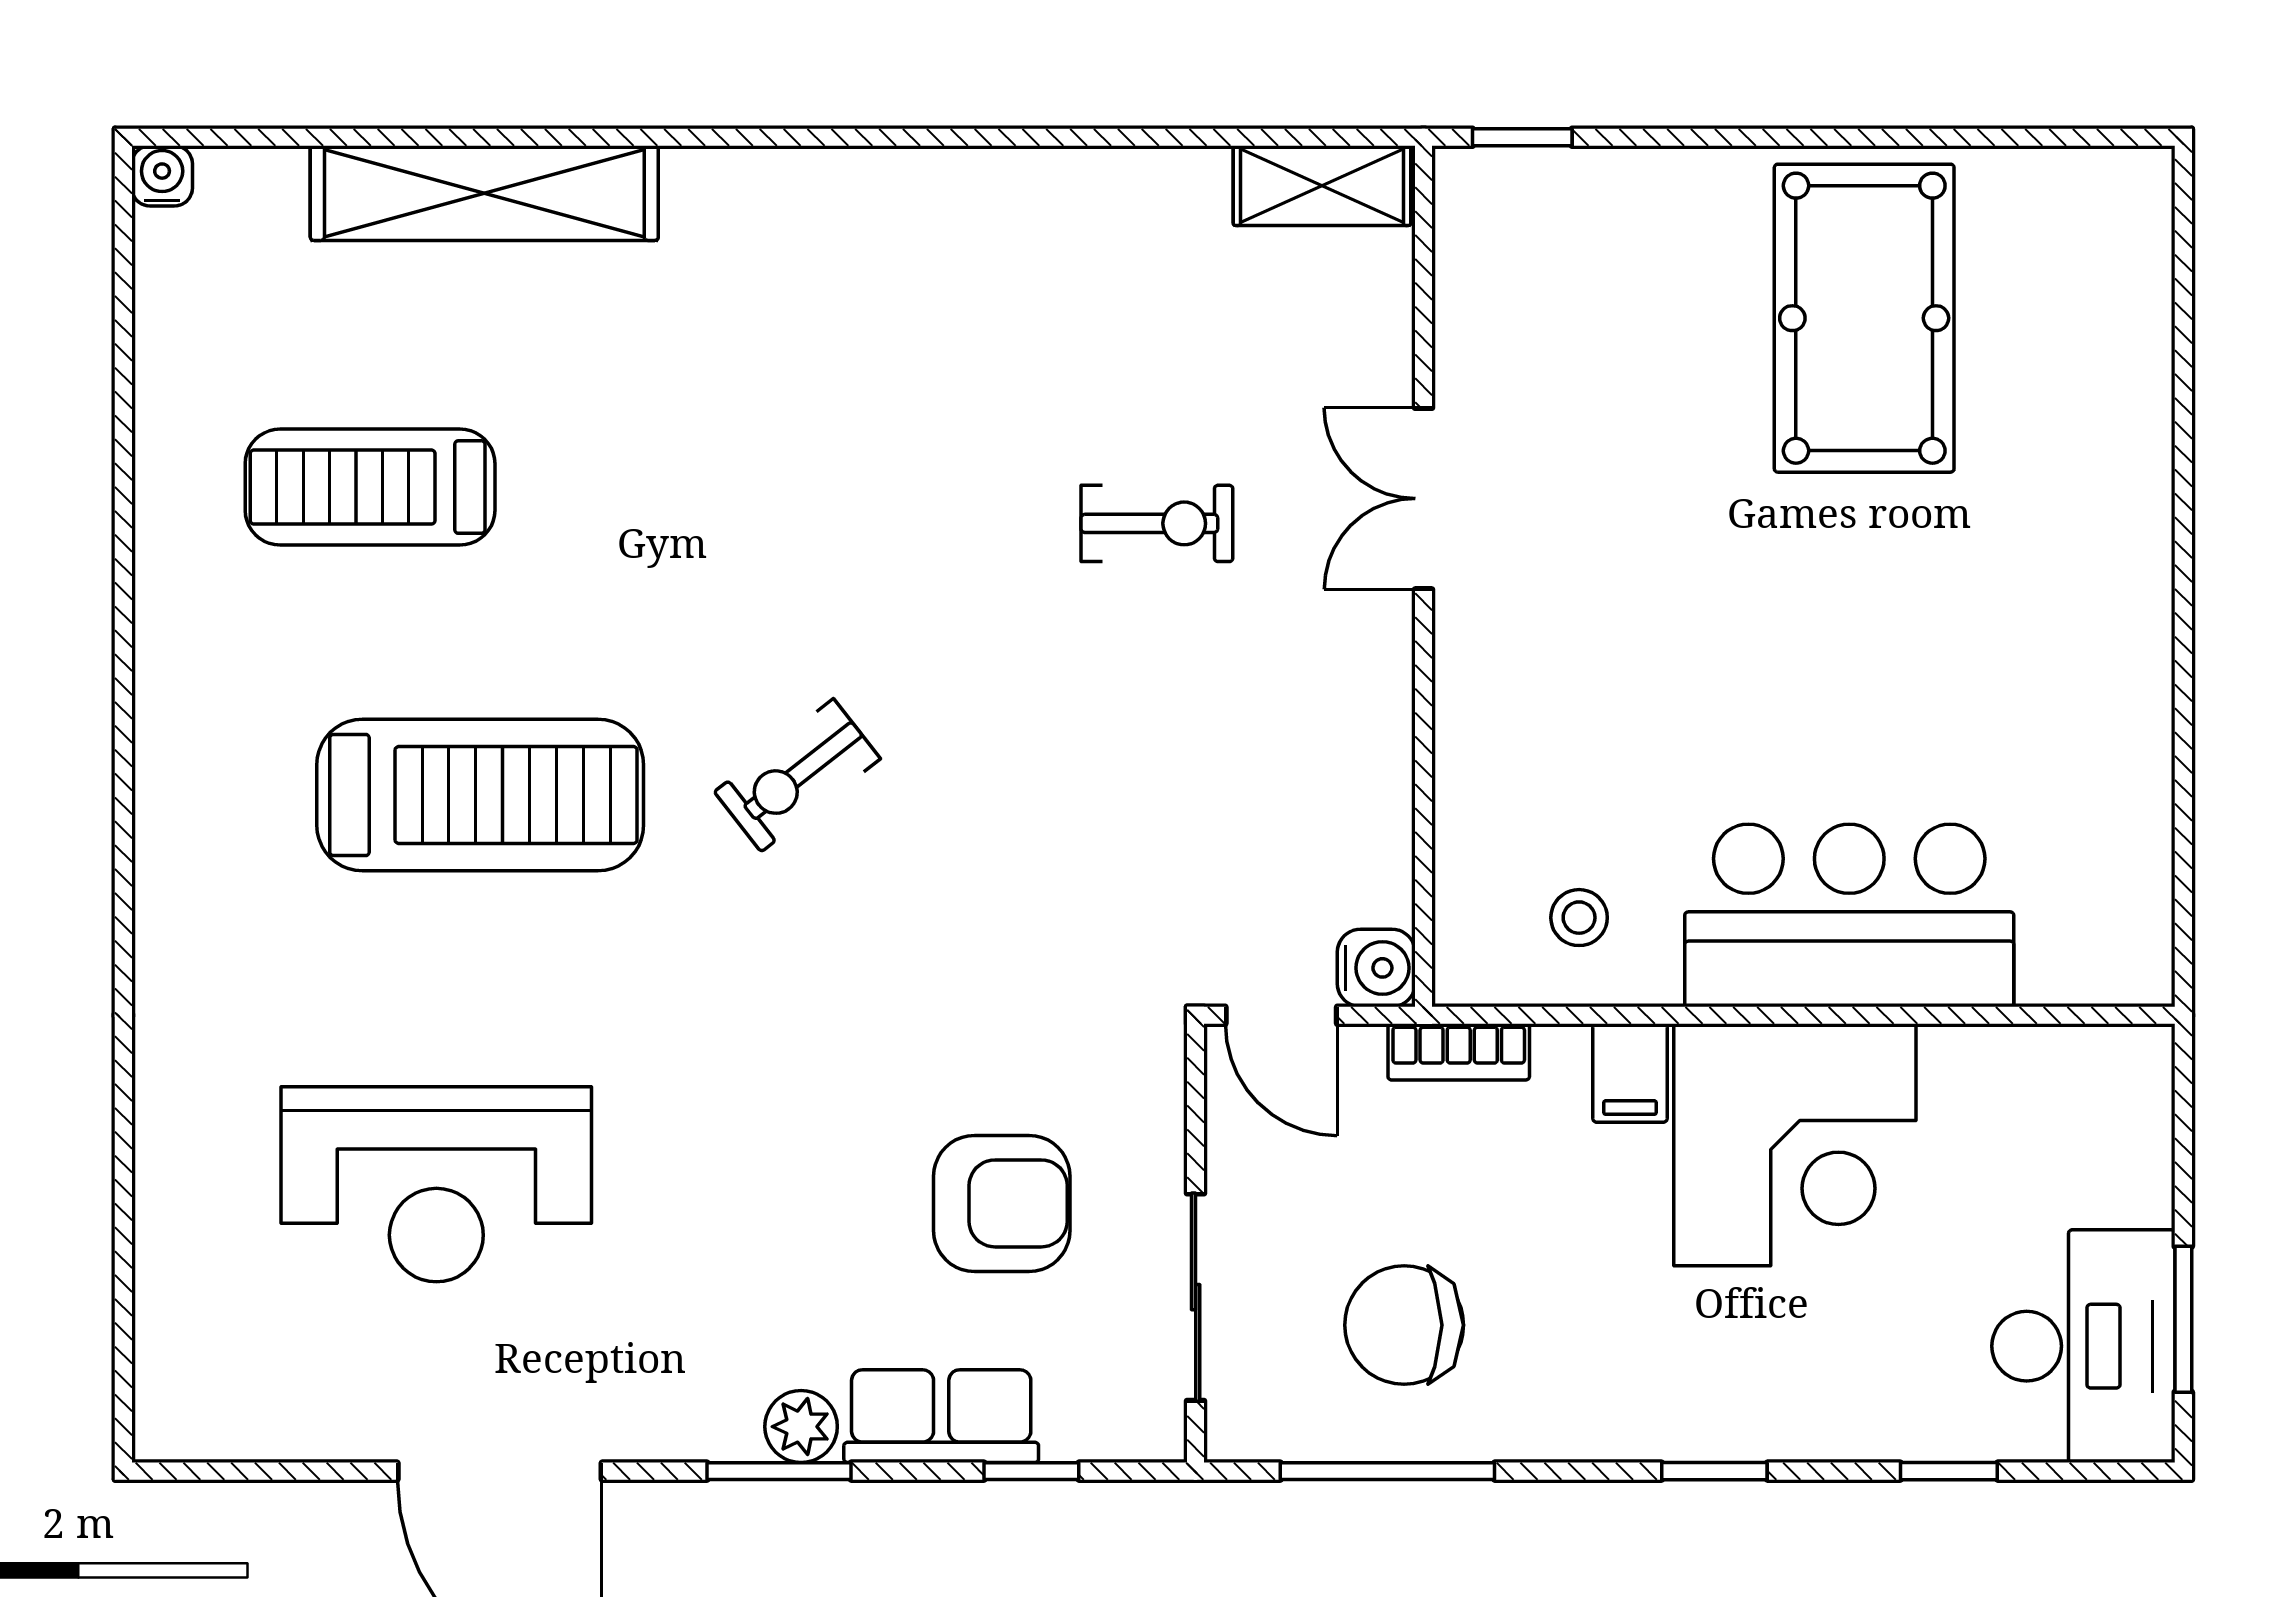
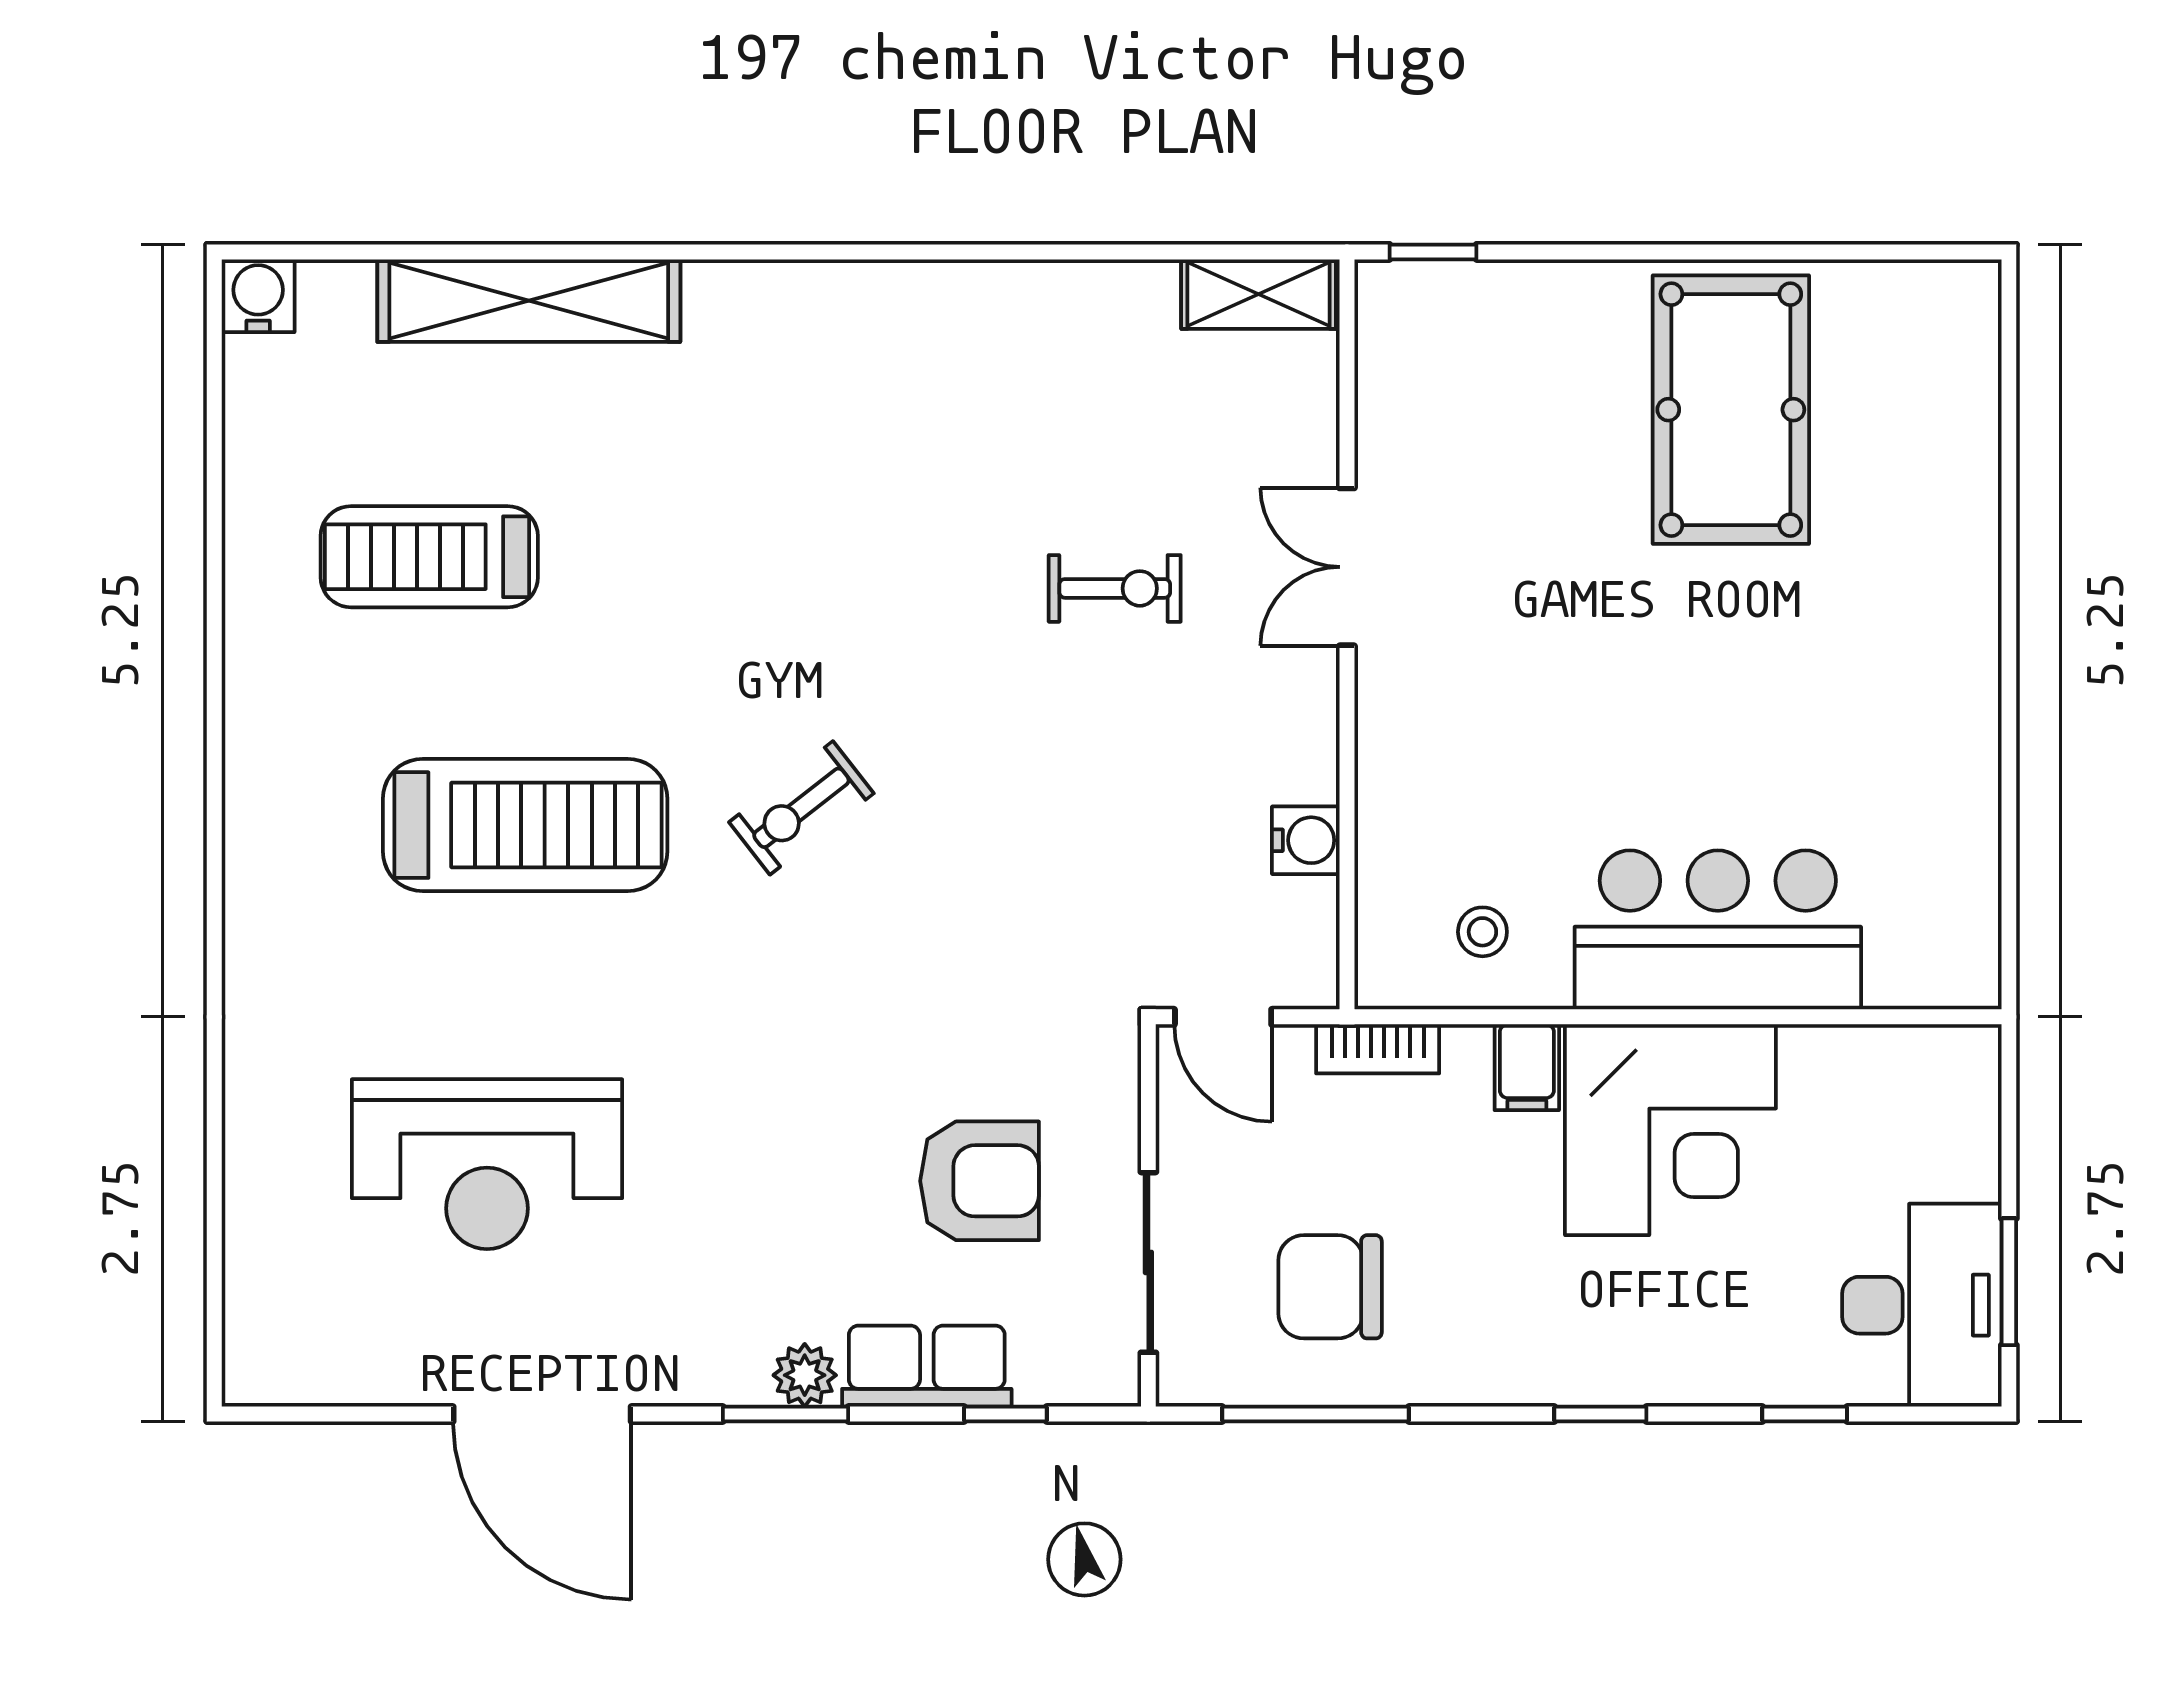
water cooler: (162, 176) -> (258, 296), width x1.38, depth x1.38
water cooler: (1376, 968) -> (1306, 840), moved

